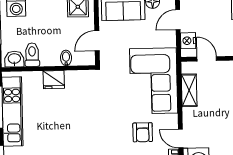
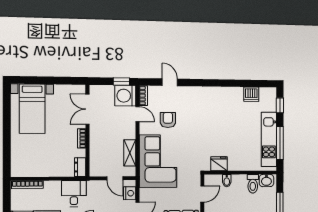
fridge: (54, 80) -> (219, 164), moved

